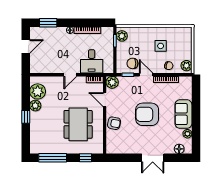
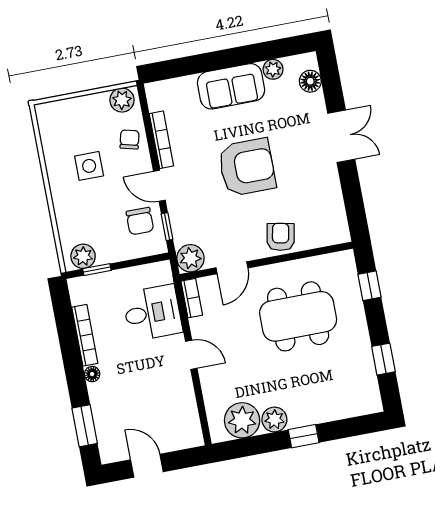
door: (146, 75) -> (159, 186), hinge flipped
armchair: (147, 114) -> (247, 167), turned -90
window: (53, 158) -> (383, 359), width x0.46

